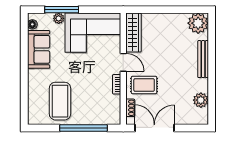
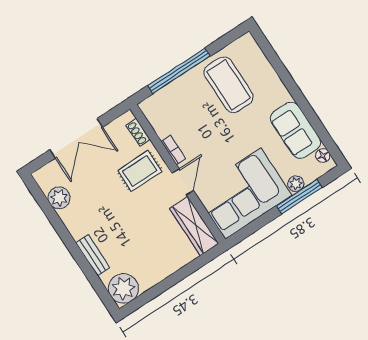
bench: (203, 59) -> (93, 255), width x0.73
door: (123, 62) -> (183, 182), swing flipped
double door: (154, 128) -> (76, 138), moved

